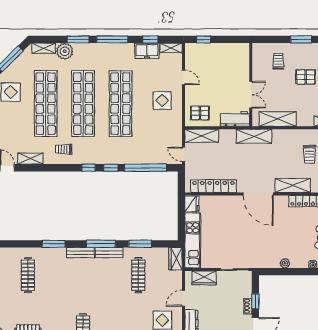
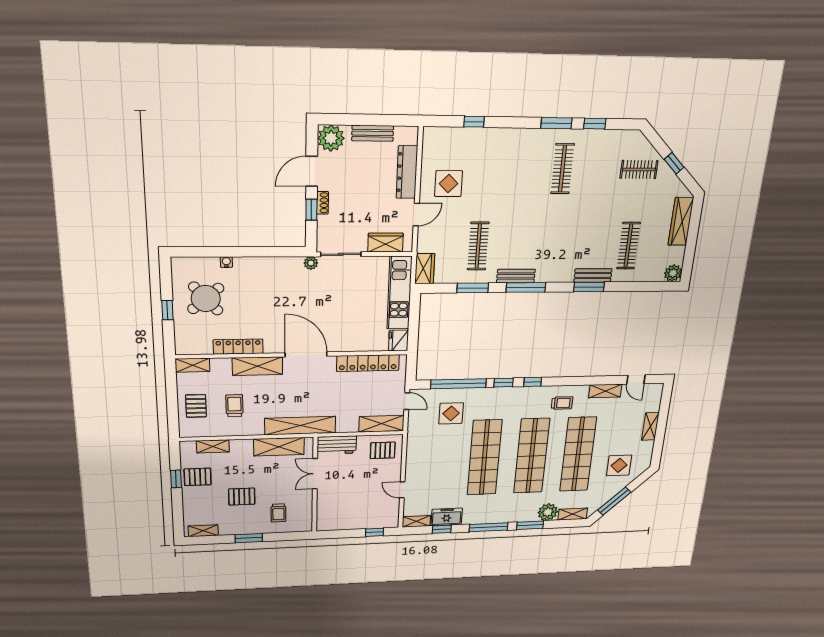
display table: (162, 101) -> (451, 413), moved
shelving: (254, 136) -> (300, 426), width x1.47
bench: (80, 253) -> (593, 275), moved
plant: (285, 263) -> (311, 263), moved

